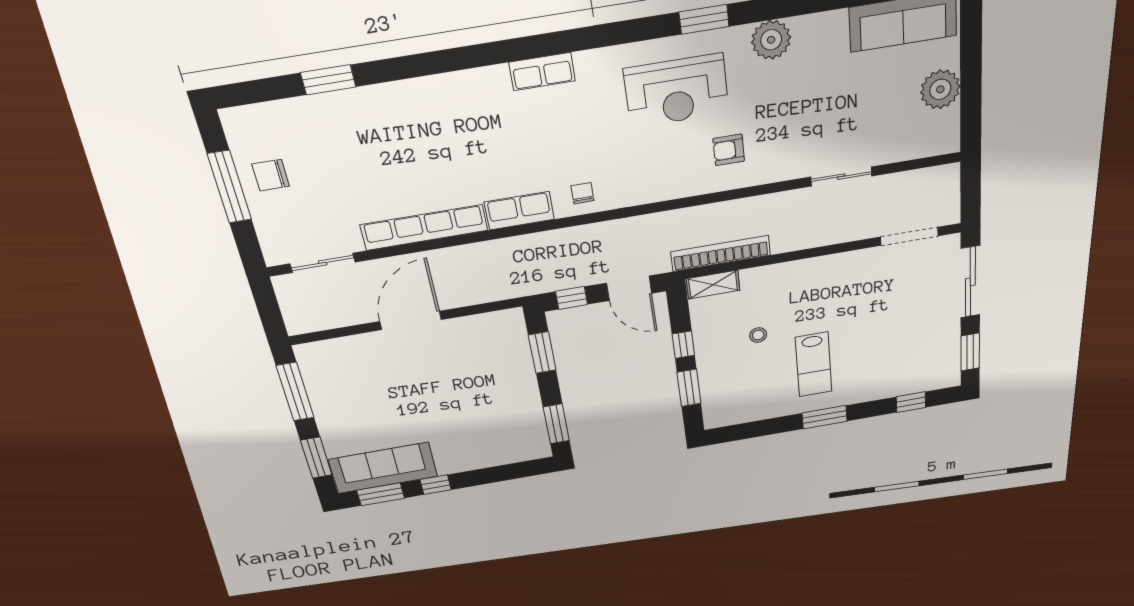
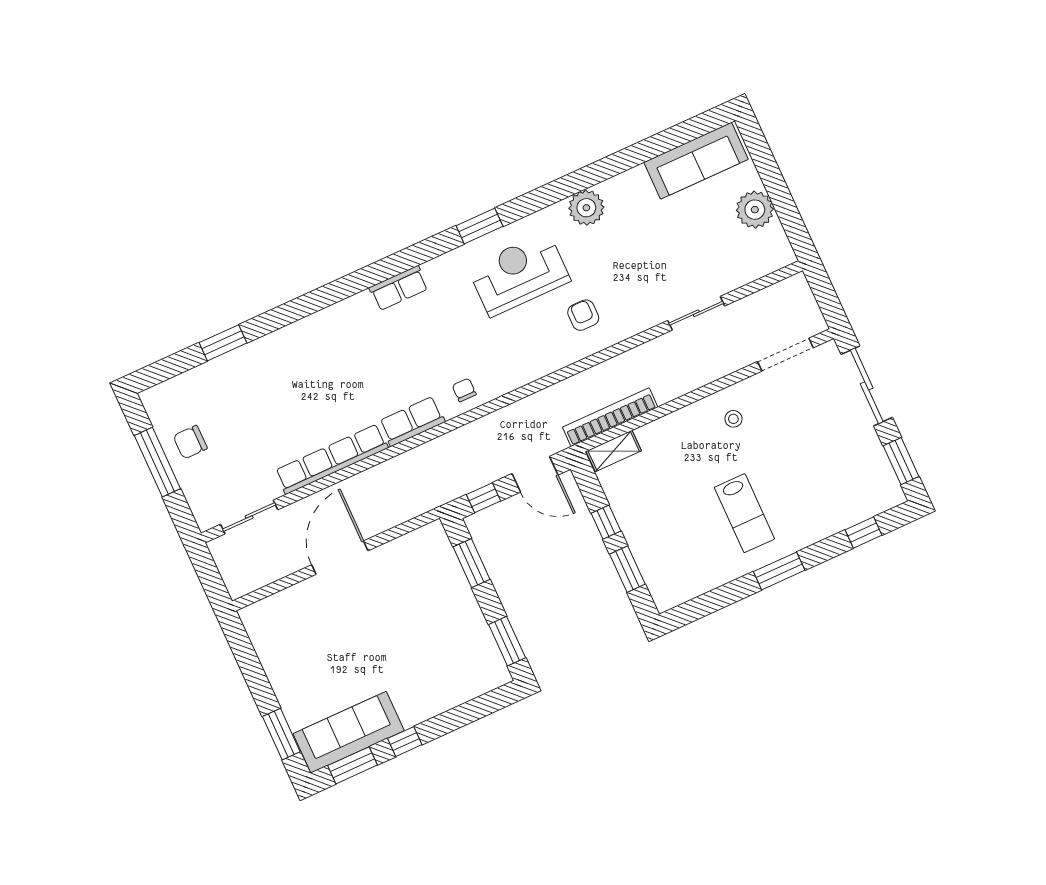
window: (704, 19) -> (479, 226), moved
reception desk: (676, 91) -> (519, 274), turned 180
armchair: (729, 150) -> (583, 315), turned 90
stool: (758, 335) -> (733, 419), moved
window: (295, 392) -> (248, 661), removed

